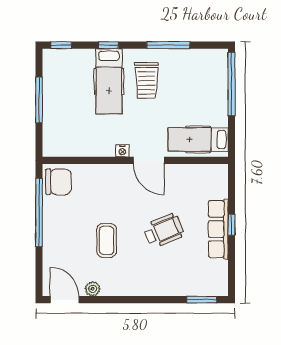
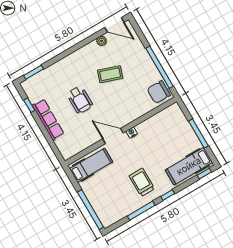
window: (109, 45) -> (168, 195), moved
hospital bed: (109, 81) -> (189, 166), moved, turned -90
window: (232, 225) -> (29, 105), moved
wheelchair: (164, 231) -> (80, 100), turned -67
coffee table: (107, 240) -> (110, 74), turned -71

